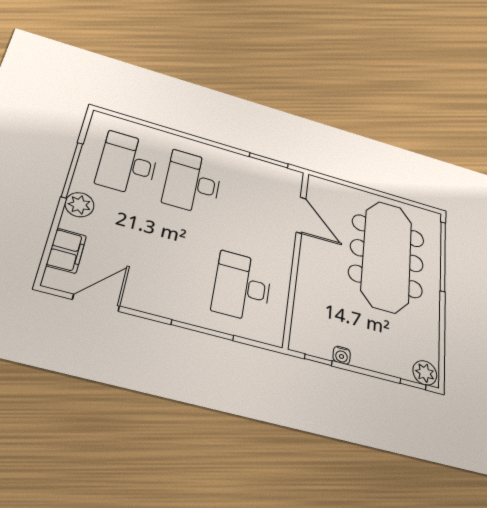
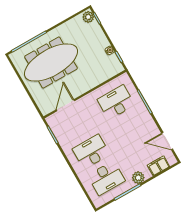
desk: (193, 182) -> (91, 152), turned 180
desk: (242, 287) -> (116, 102), turned 180

